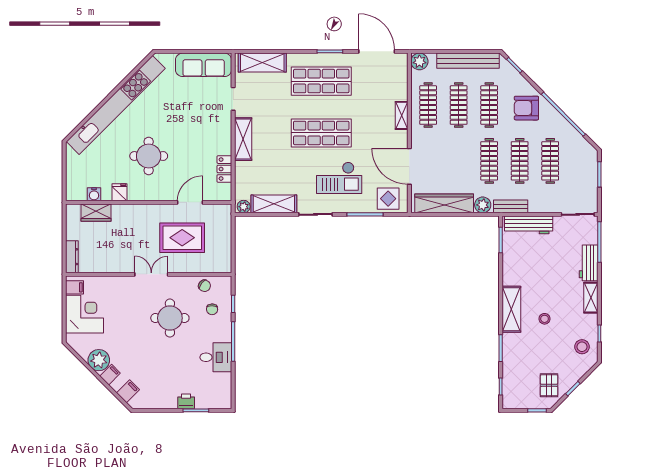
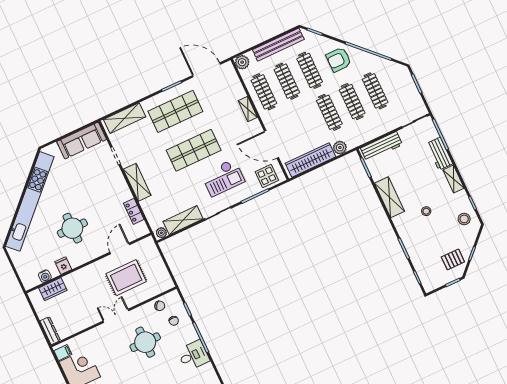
bench: (511, 206) -> (361, 139), removed
shelving: (511, 309) -> (389, 197), moved
pallet: (549, 385) -> (453, 259), turned 90

